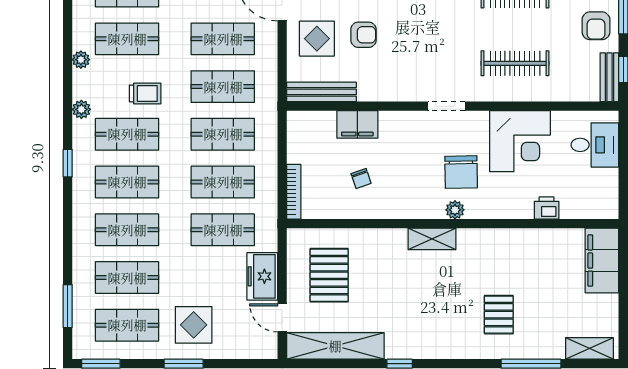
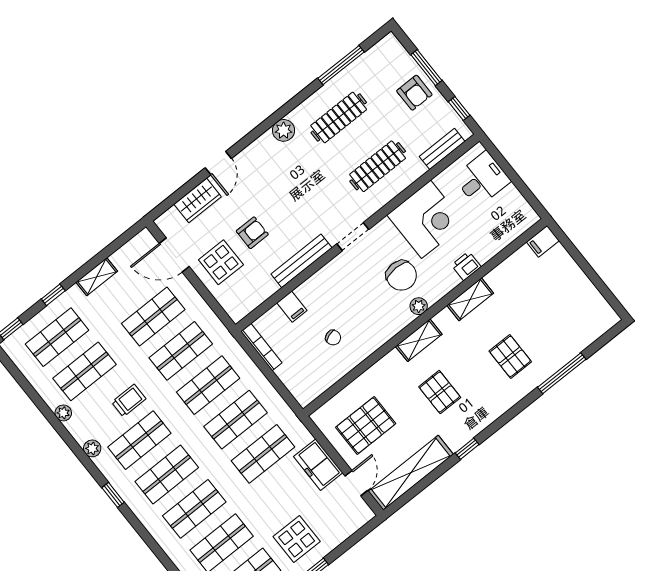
bench: (609, 77) -> (442, 149), moved, turned 90
bench: (322, 92) -> (301, 261), moved
filing cabinet: (357, 124) -> (292, 307), width x0.50
bookcase: (294, 192) -> (261, 347), moved
printer: (547, 208) -> (466, 266), moved
filing cabinet: (602, 261) -> (543, 241), width x0.33, depth x0.86
pallet: (329, 275) -> (366, 425), turned 90
pallet: (415, 297) -> (440, 392), added
door: (282, 318) -> (356, 483), swing flipped
shelving: (589, 348) -> (470, 299), moved

